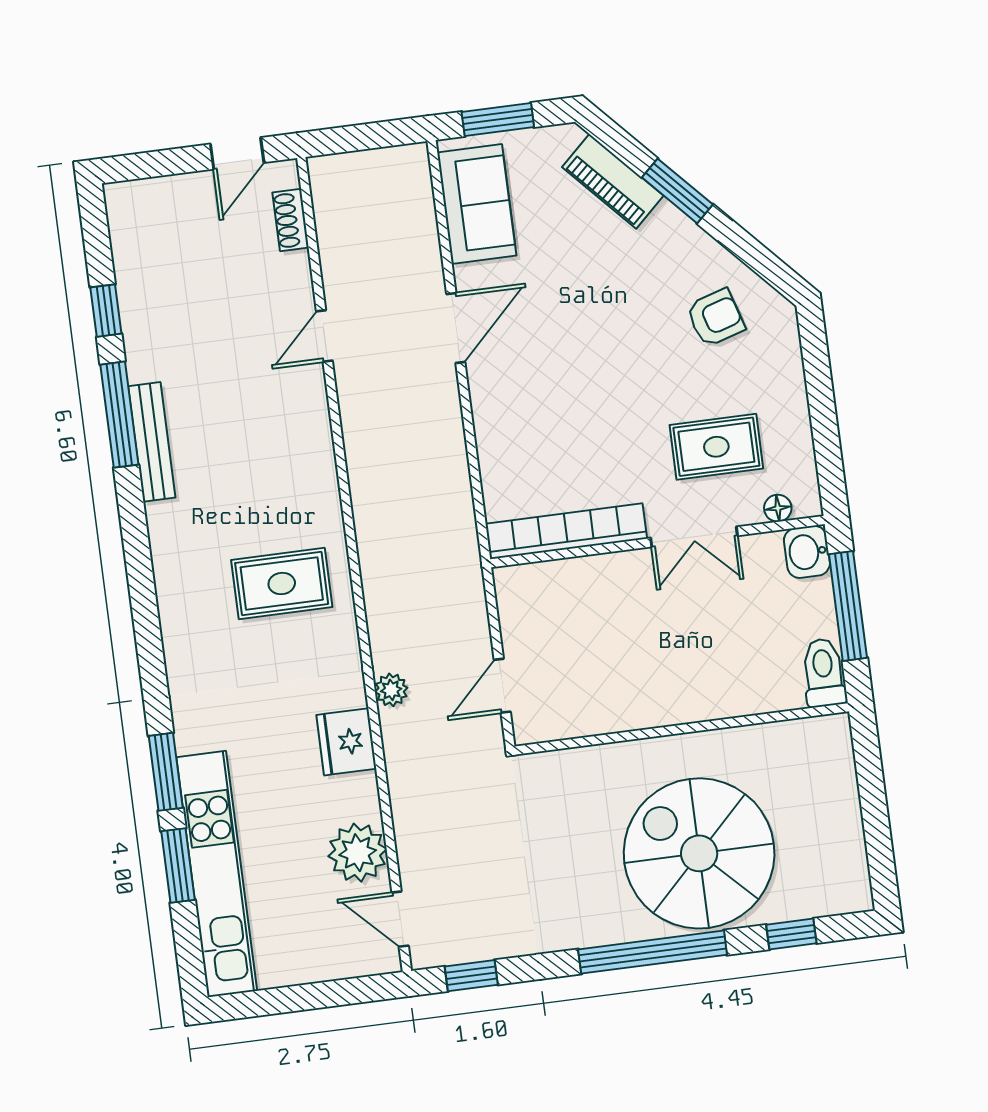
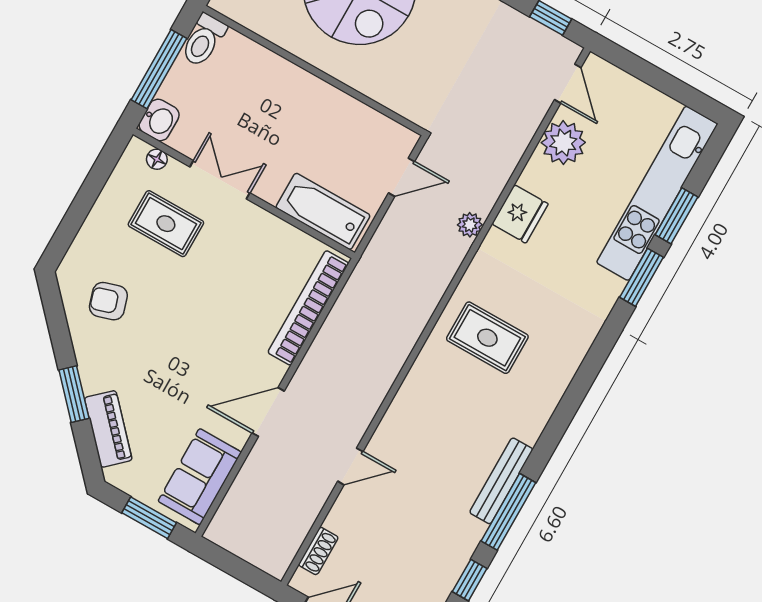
bookcase: (566, 531) -> (308, 308), moved, turned 90
bathtub: (559, 586) -> (323, 211), added

